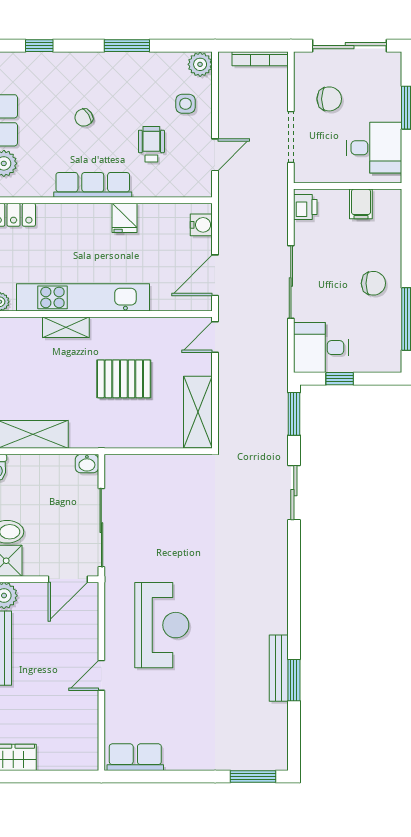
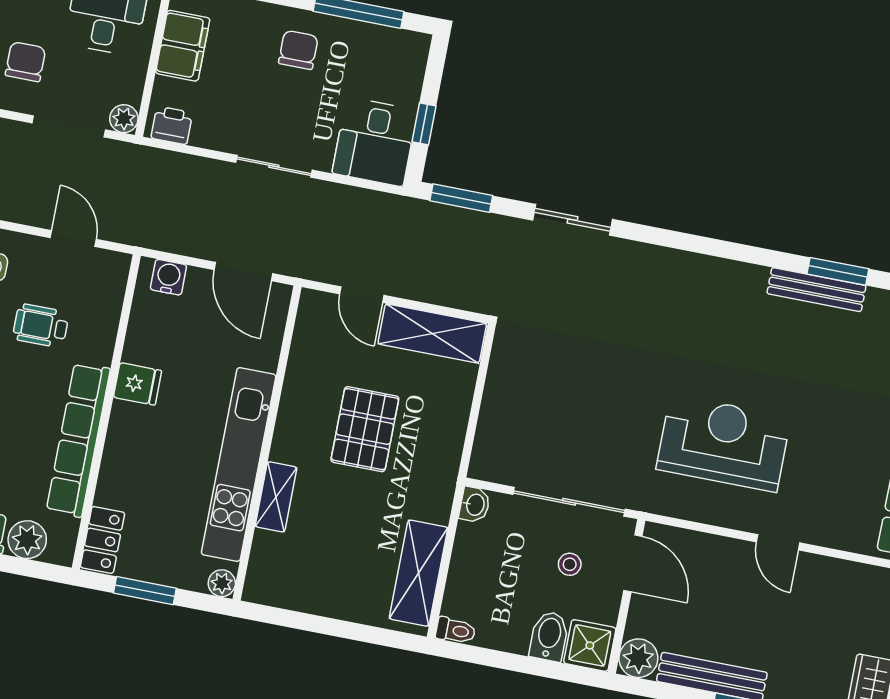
plant: (303, 173) -> (124, 119), added
row of seats: (93, 185) -> (78, 440), width x1.36
filing cabinet: (361, 204) -> (183, 46), width x2.00
sliding door: (291, 282) -> (274, 166), width x0.73
door: (215, 337) -> (362, 295), moved
stool: (59, 536) -> (570, 564), added

